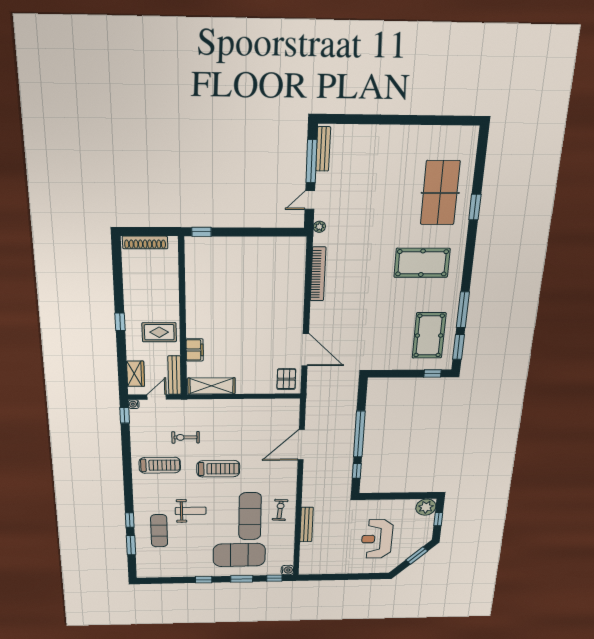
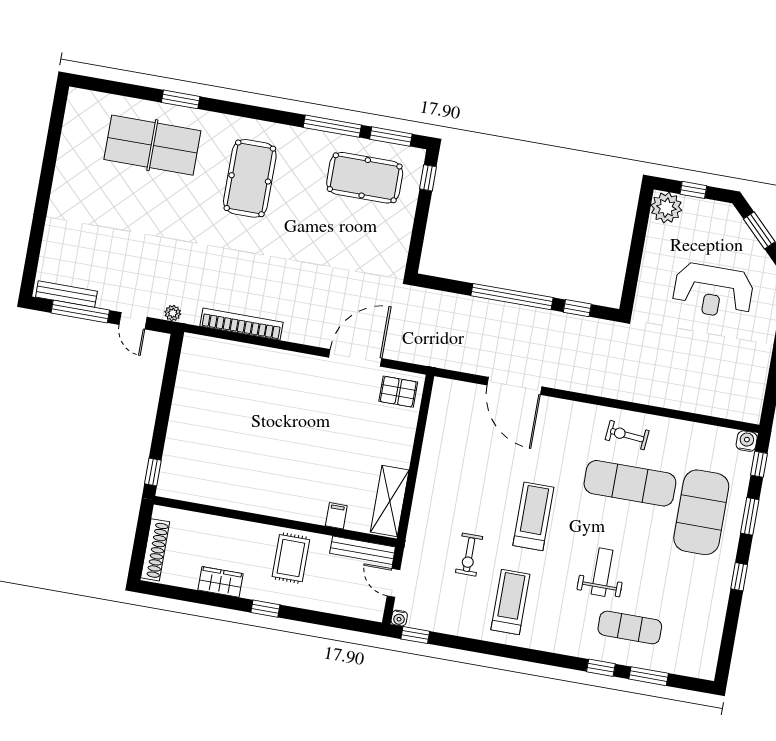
filing cabinet: (195, 350) -> (336, 516), width x0.50
wardrobe: (136, 374) -> (220, 582), moved
bench: (306, 525) -> (663, 398), removed

